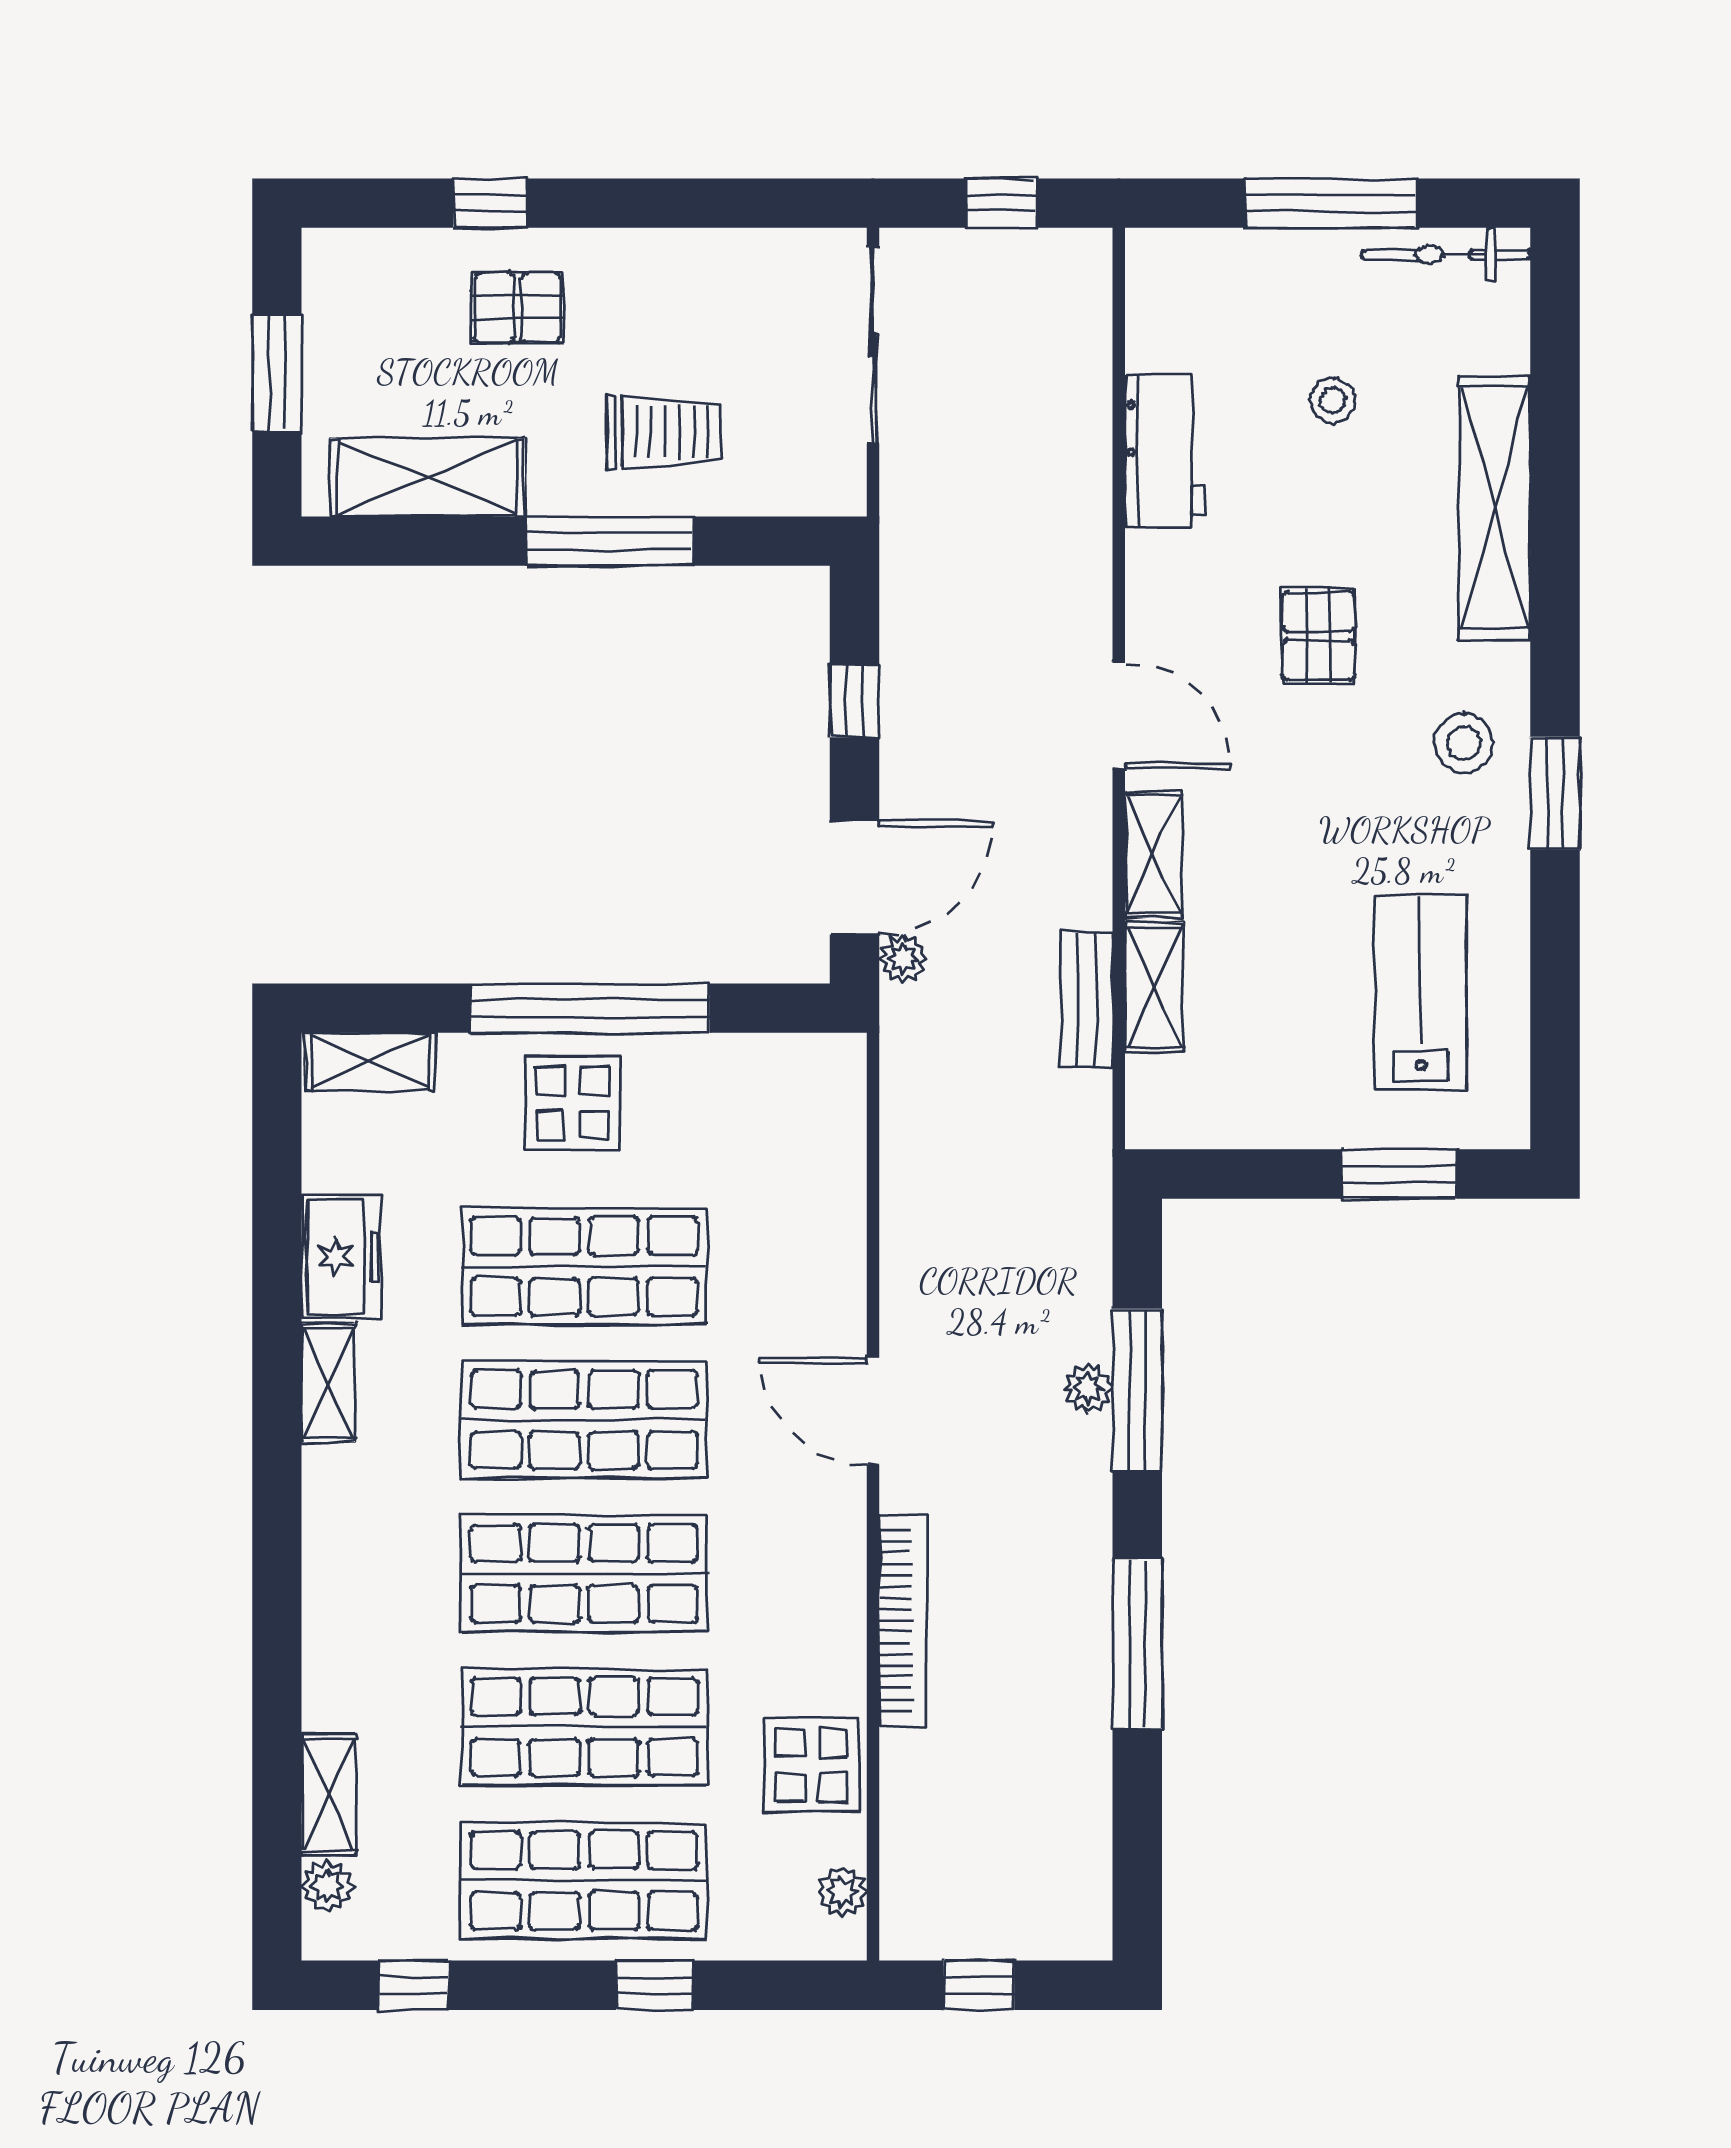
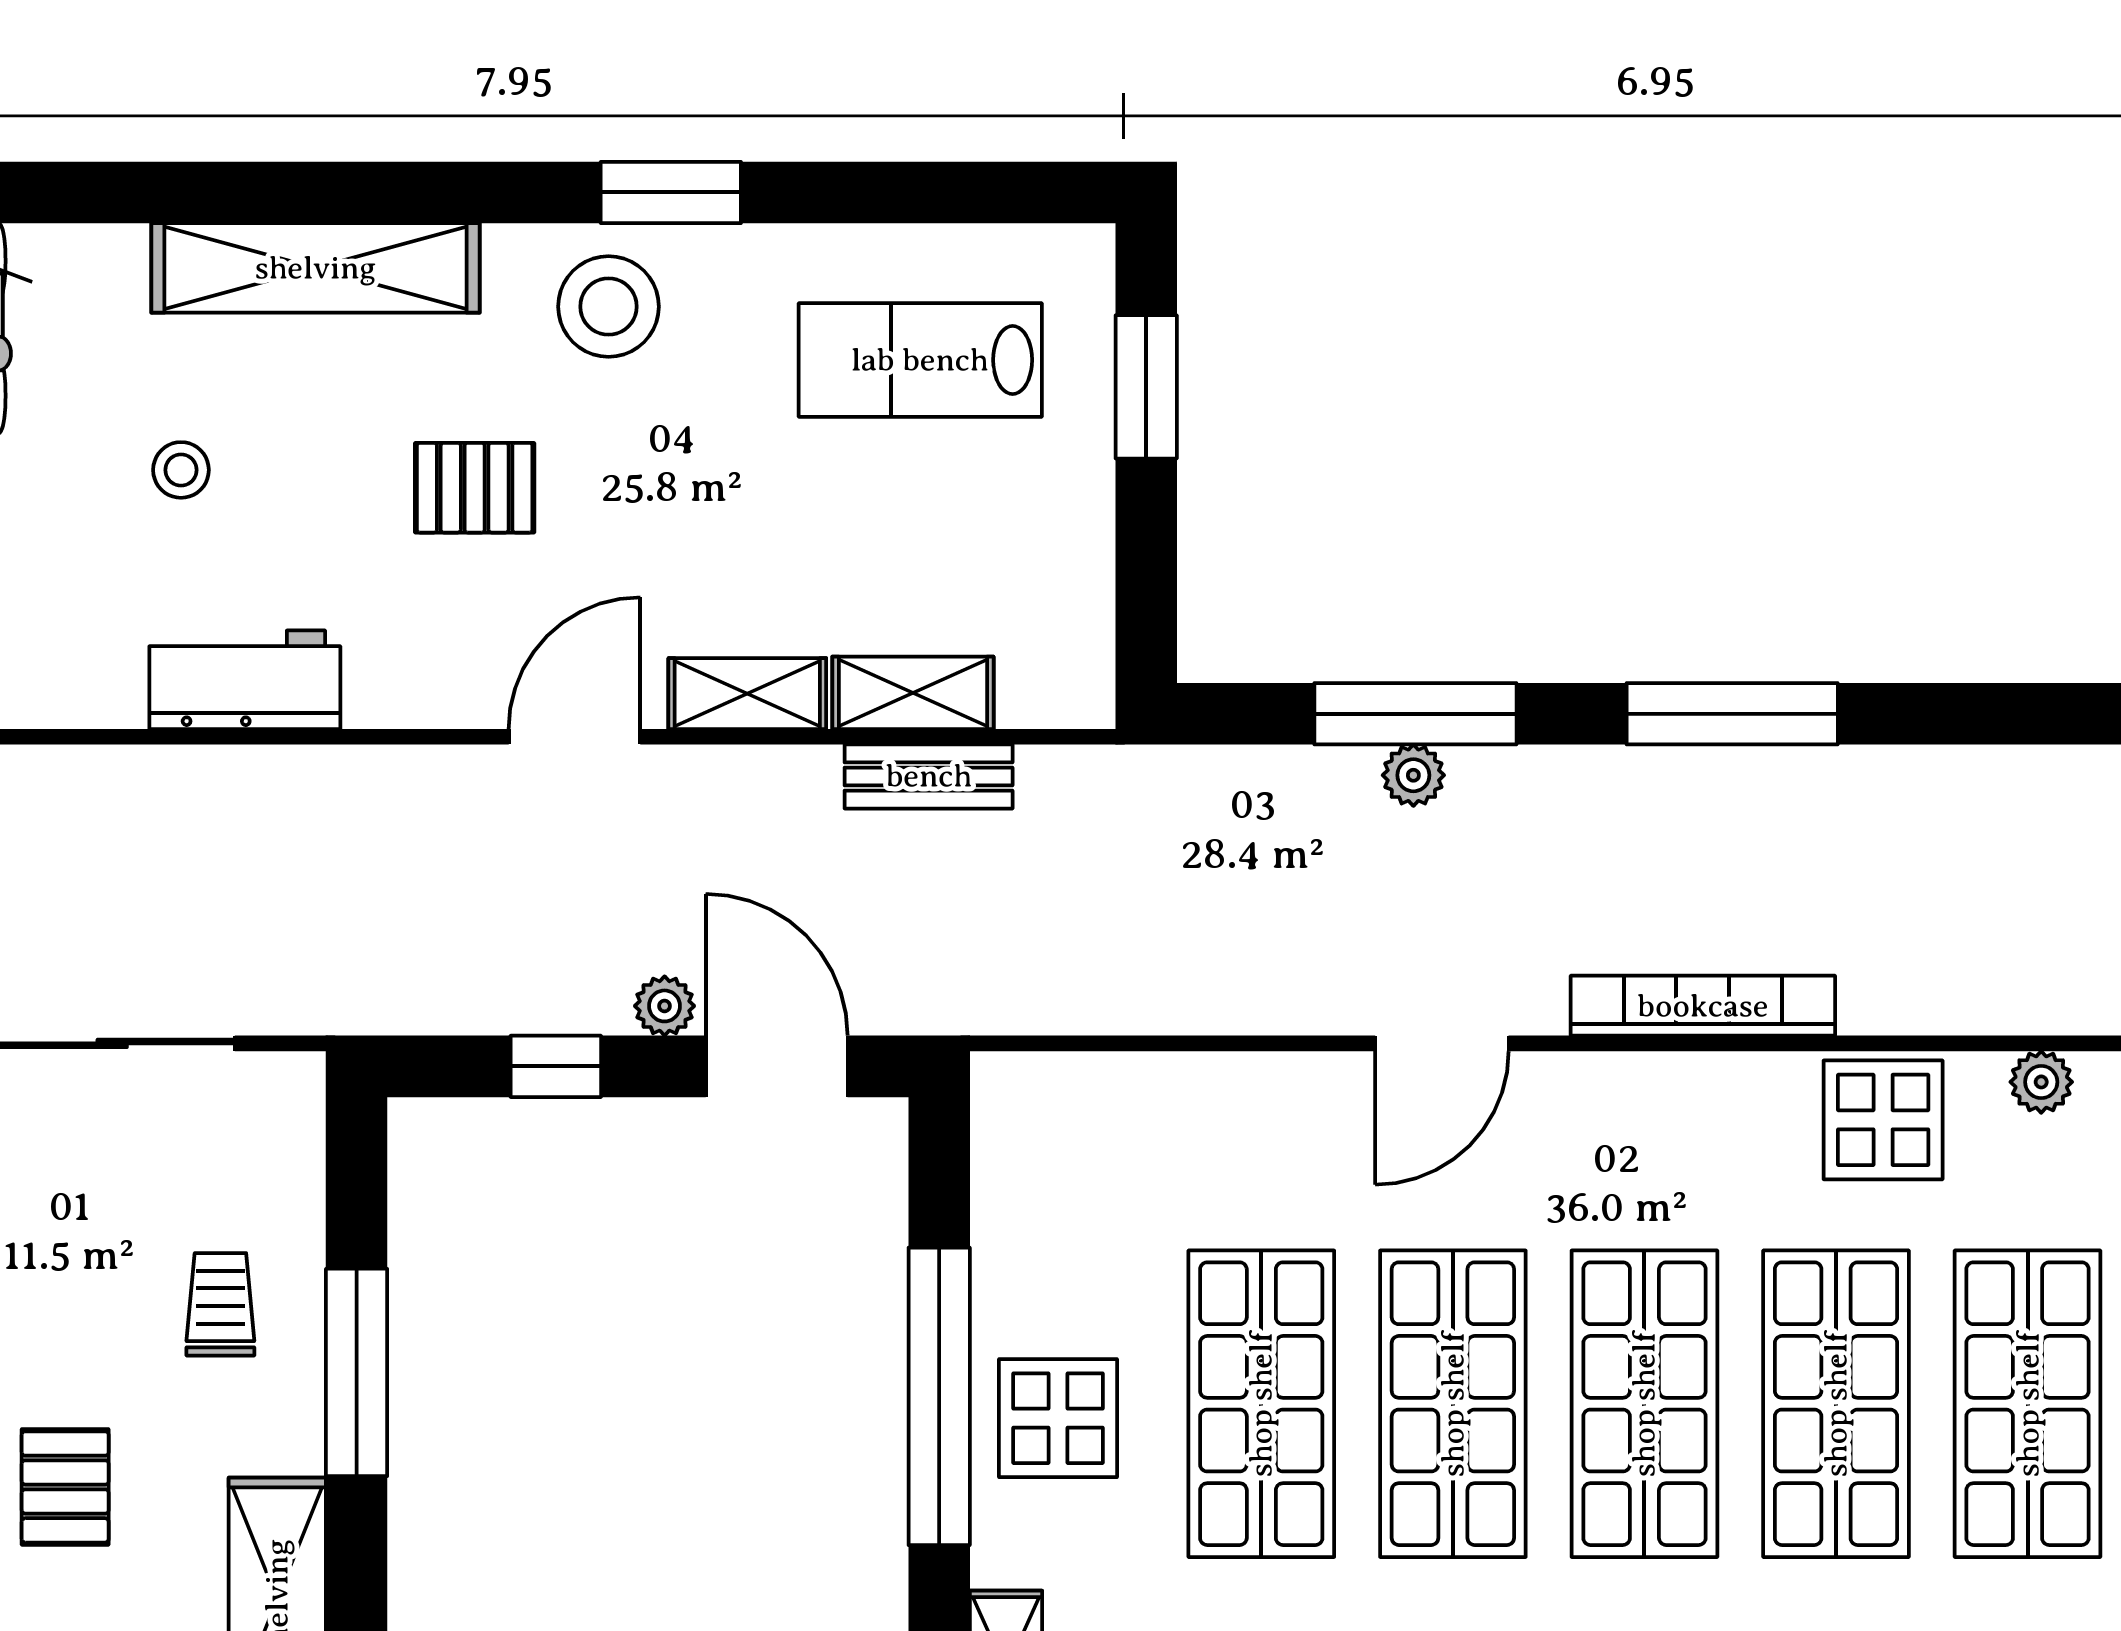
trolley: (664, 432) -> (220, 1304), width x0.73, depth x0.72
stool: (1464, 743) -> (609, 307), width x1.38, depth x1.38
plant: (903, 959) -> (665, 1006), moved

